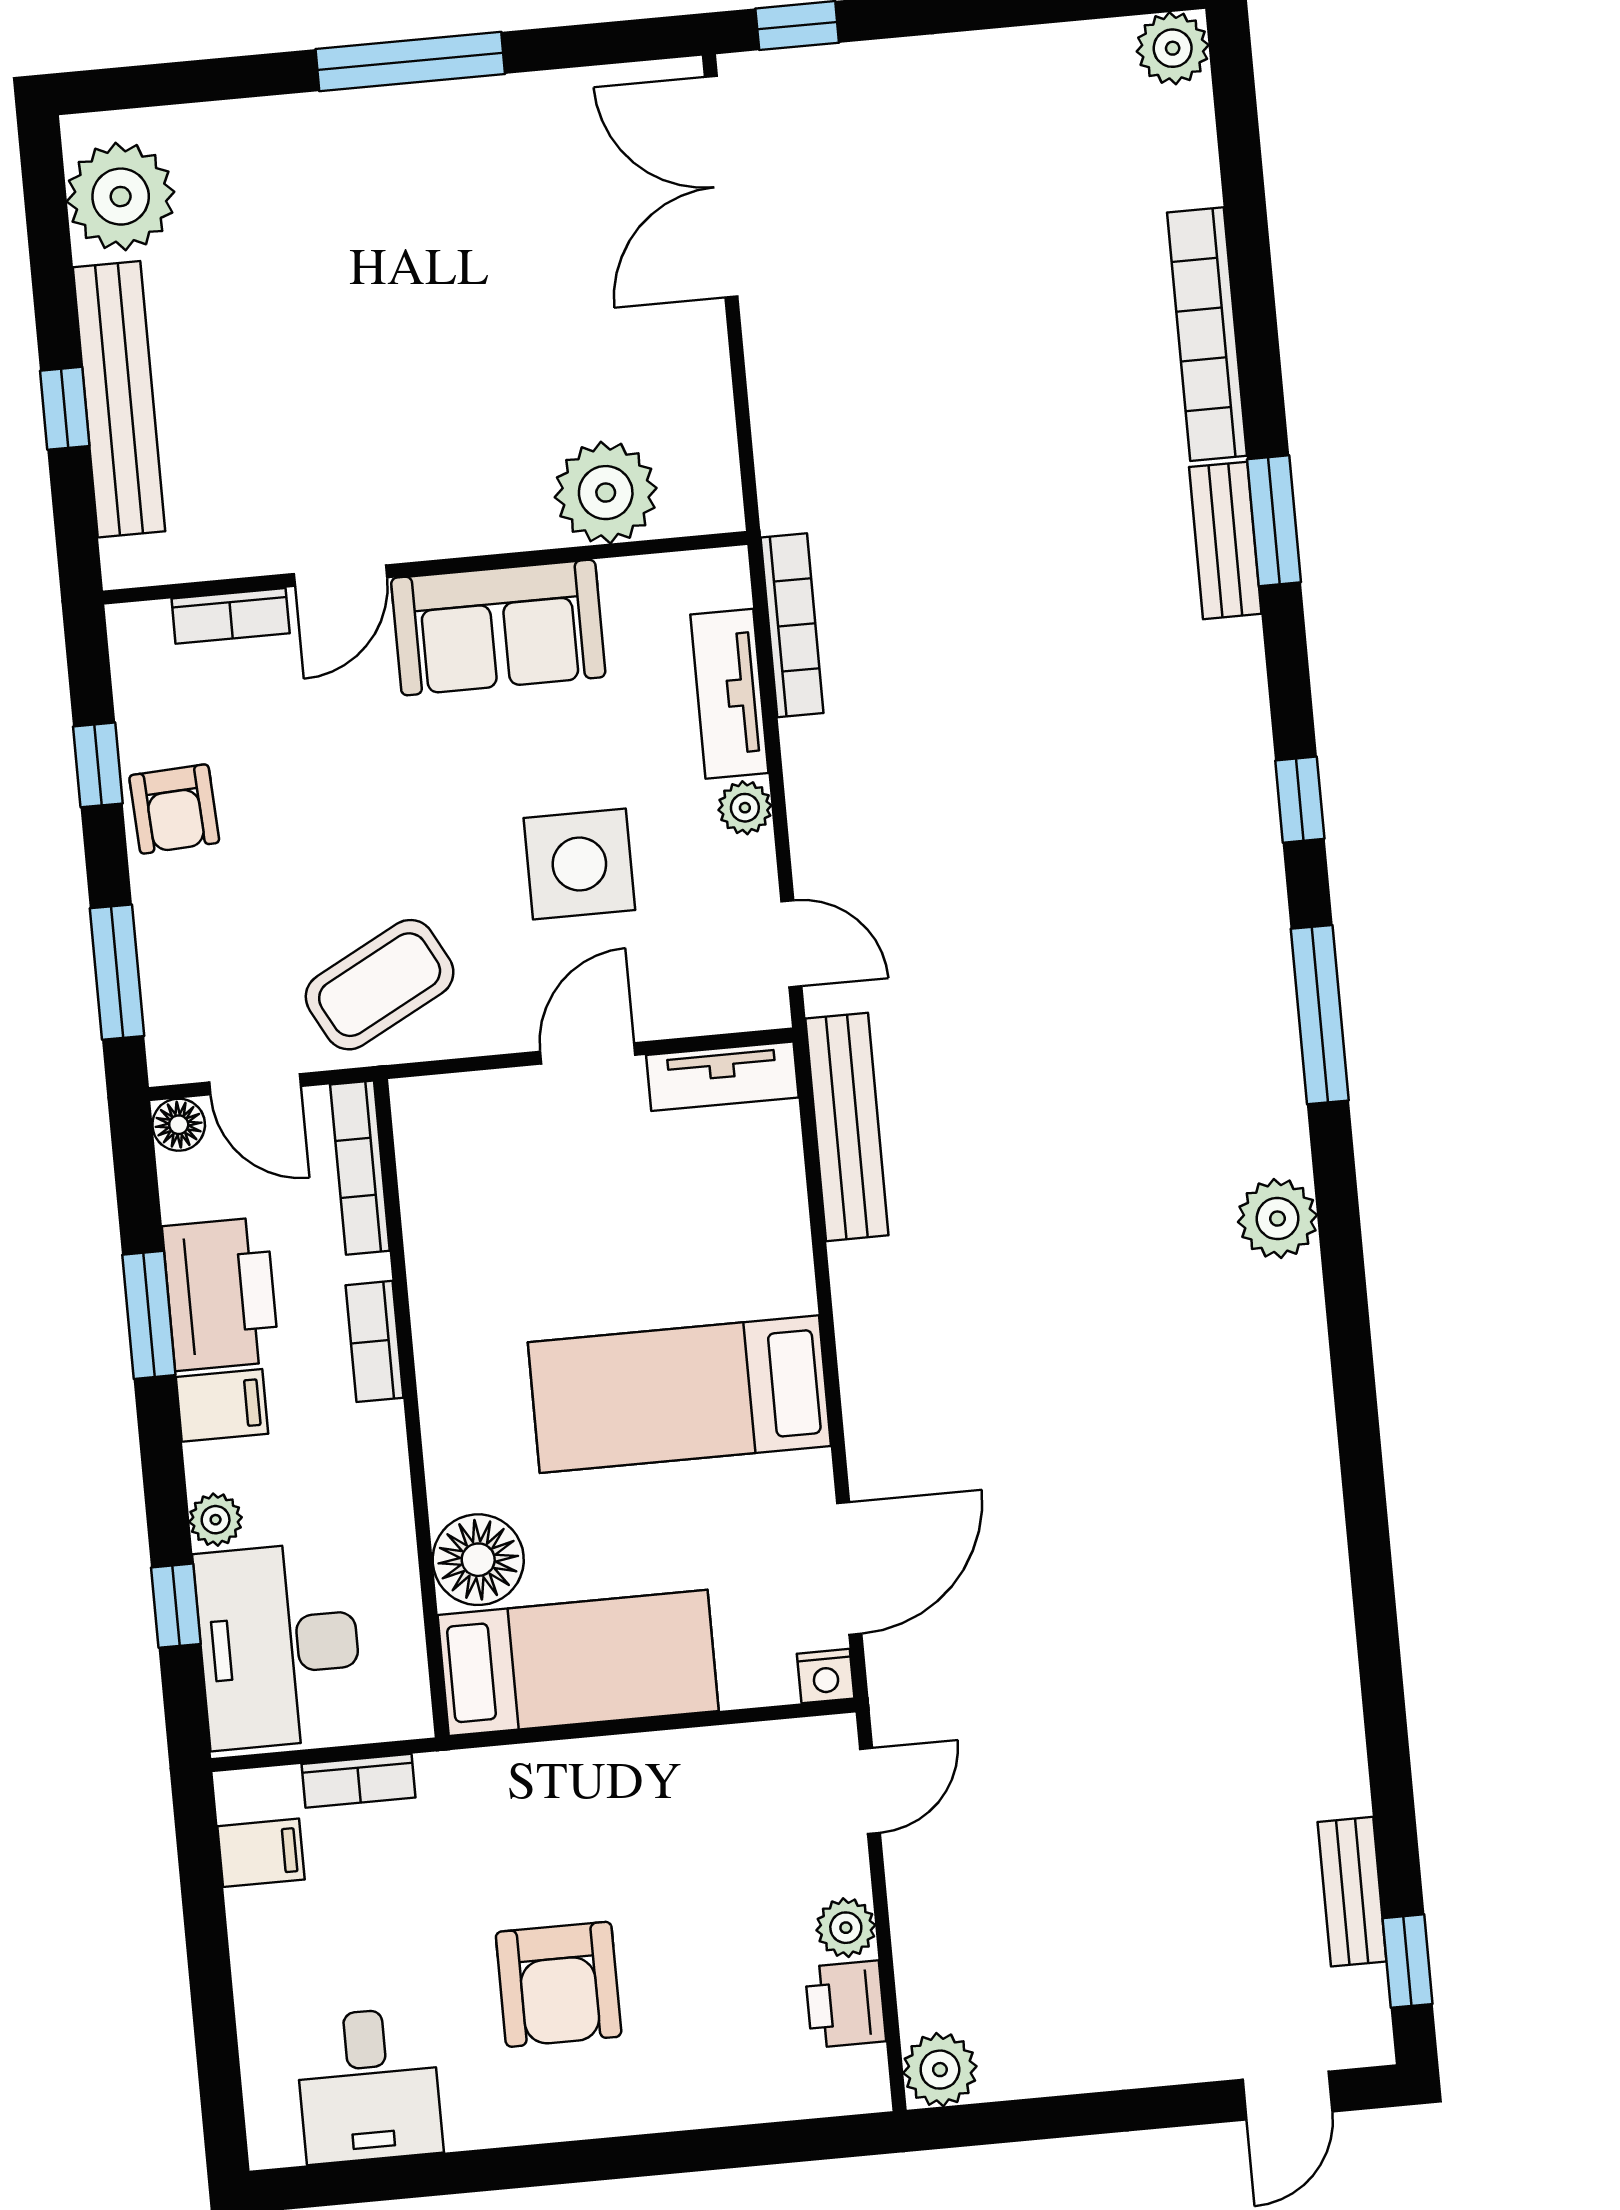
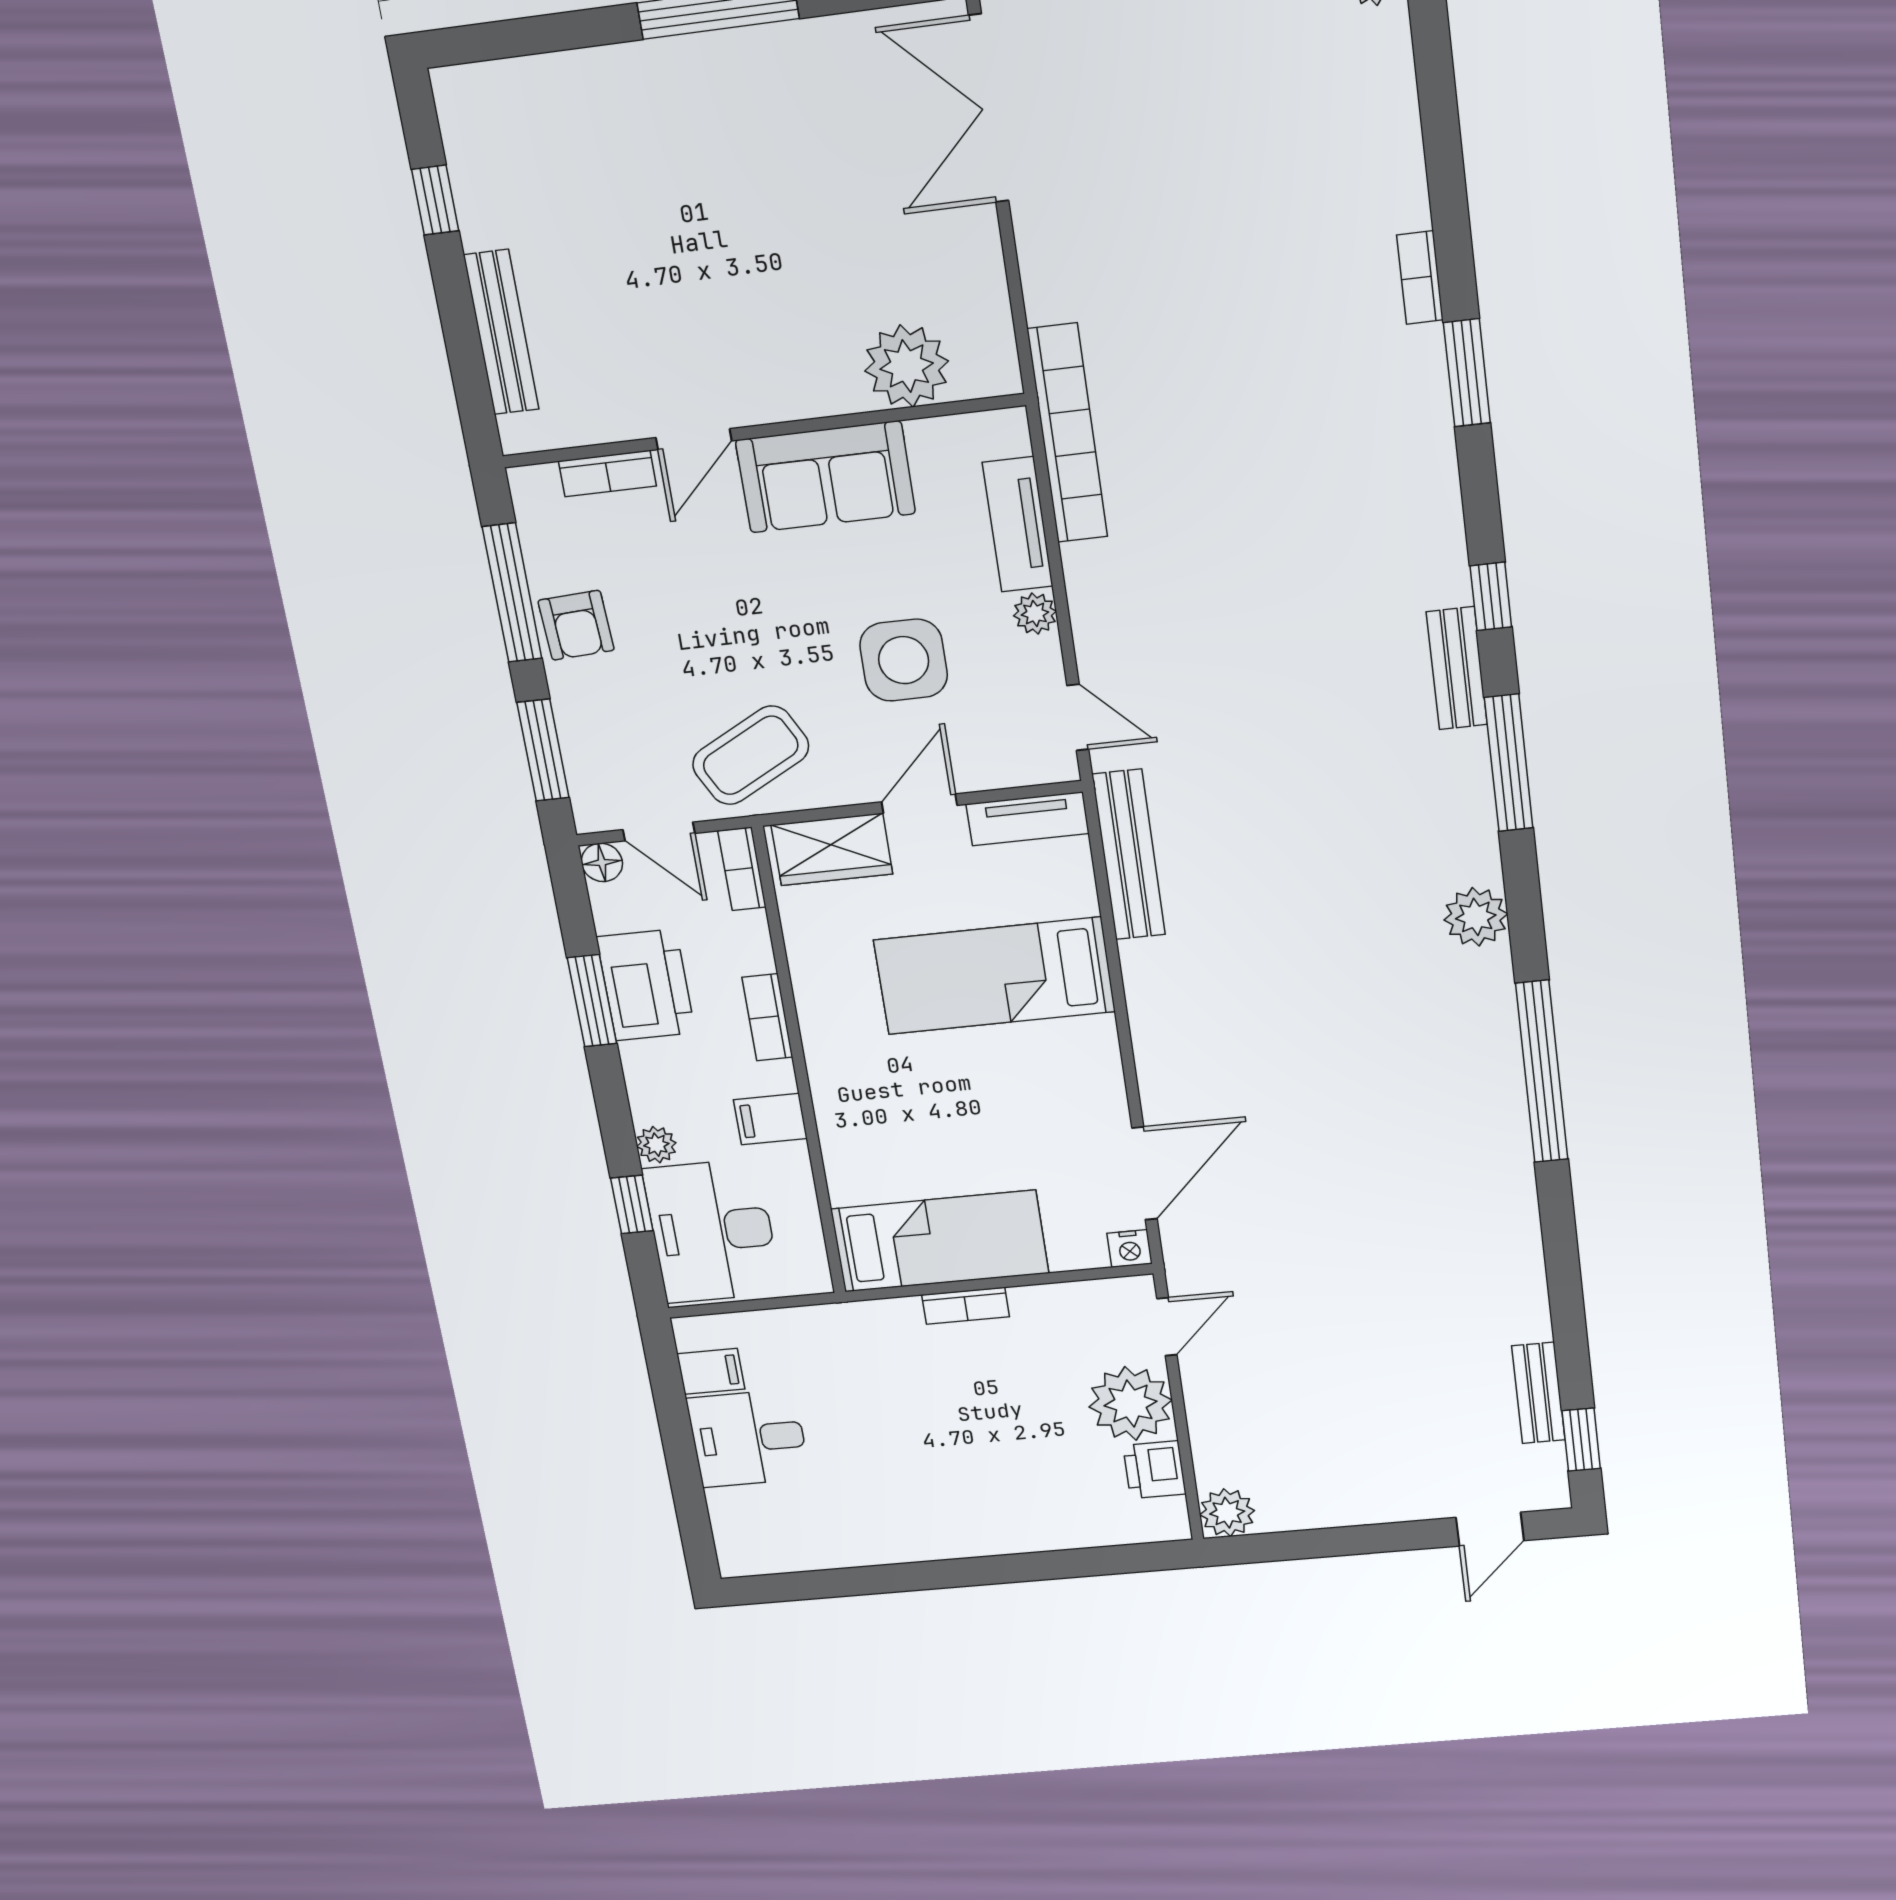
plant: (121, 197) -> (485, 135), removed
bookcase: (1207, 334) -> (1420, 278), width x0.43, depth x0.76
bench: (119, 399) -> (501, 332), width x0.73, depth x0.82
window: (65, 408) -> (435, 200), moved
bench: (1225, 540) -> (1457, 668), moved
bookcase: (792, 625) -> (1067, 433), width x1.48, depth x1.31
window: (98, 765) -> (512, 593), width x2.17
wardrobe: (473, 1113) -> (832, 849), added
bookcase: (360, 1168) -> (742, 869), width x0.64
bed: (679, 1394) -> (994, 976), moved
filing cabinet: (222, 1405) -> (770, 1119), moved, turned 180
window: (1358, 1432) -> (1542, 1072), added
floor lamp: (478, 1560) -> (859, 1170), removed
bookcase: (359, 1781) -> (966, 1306), moved
plant: (846, 1928) -> (1131, 1403), width x1.87, depth x1.87
armchair: (559, 1984) -> (939, 1457), removed
desk: (369, 2085) -> (748, 1438), moved, turned 90

